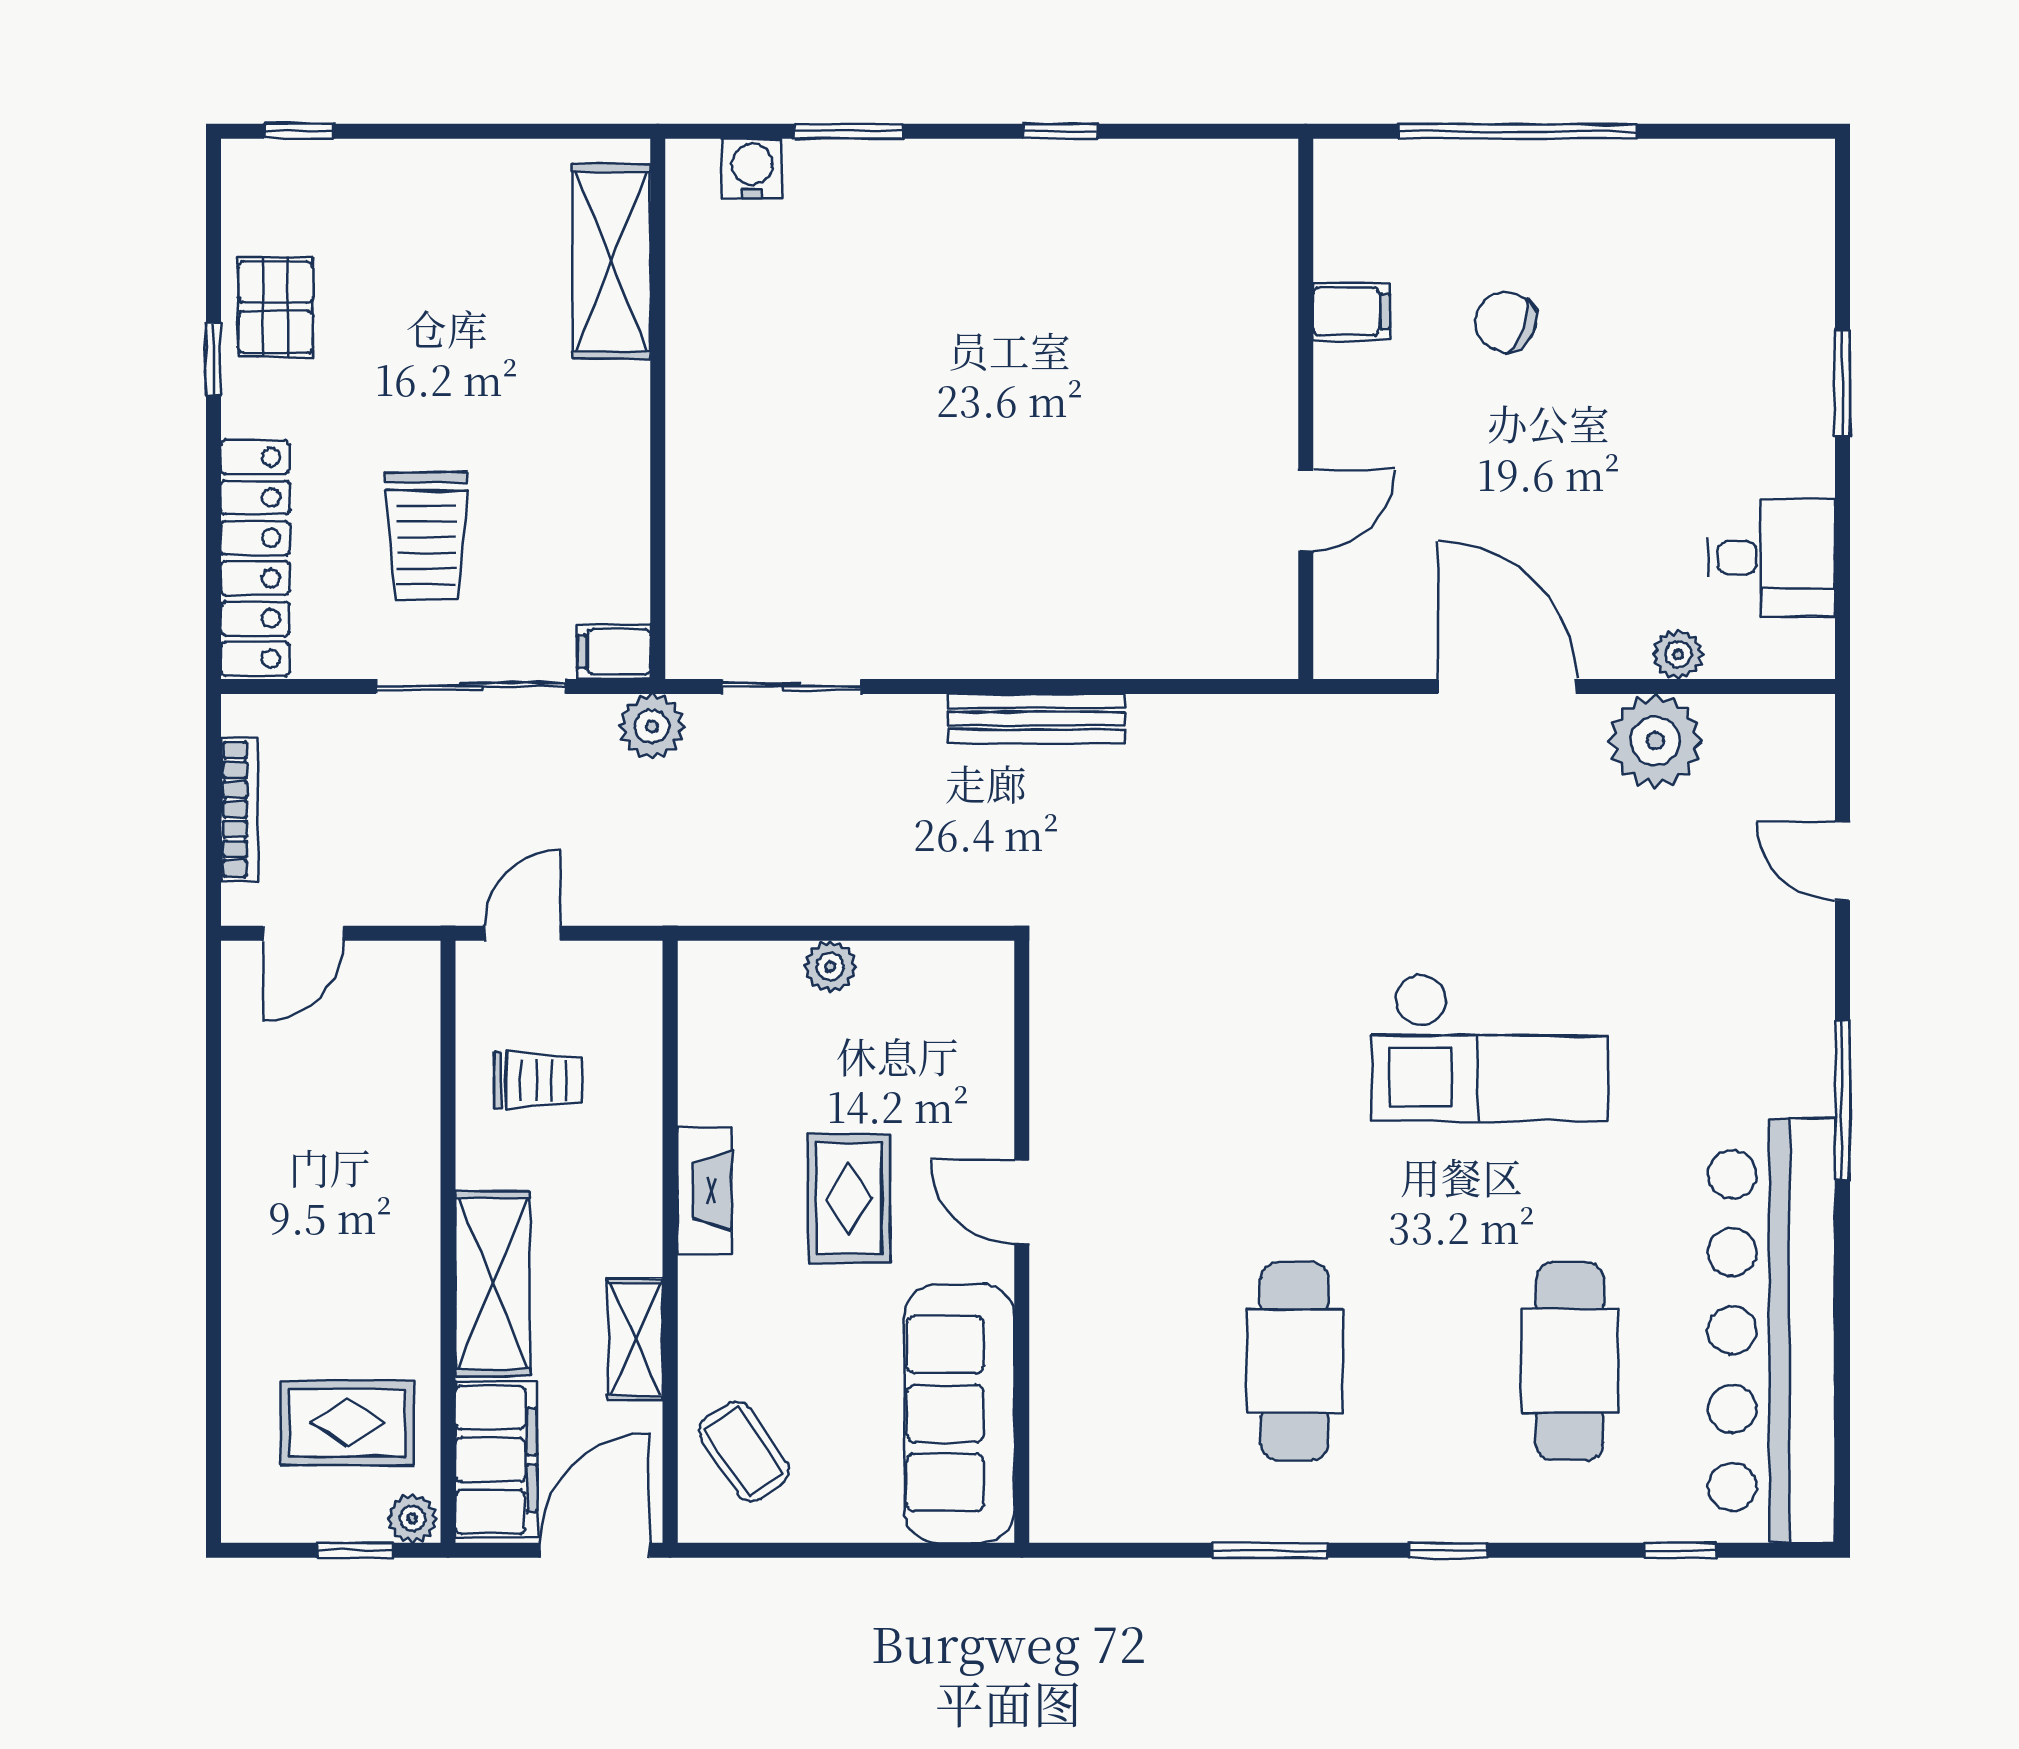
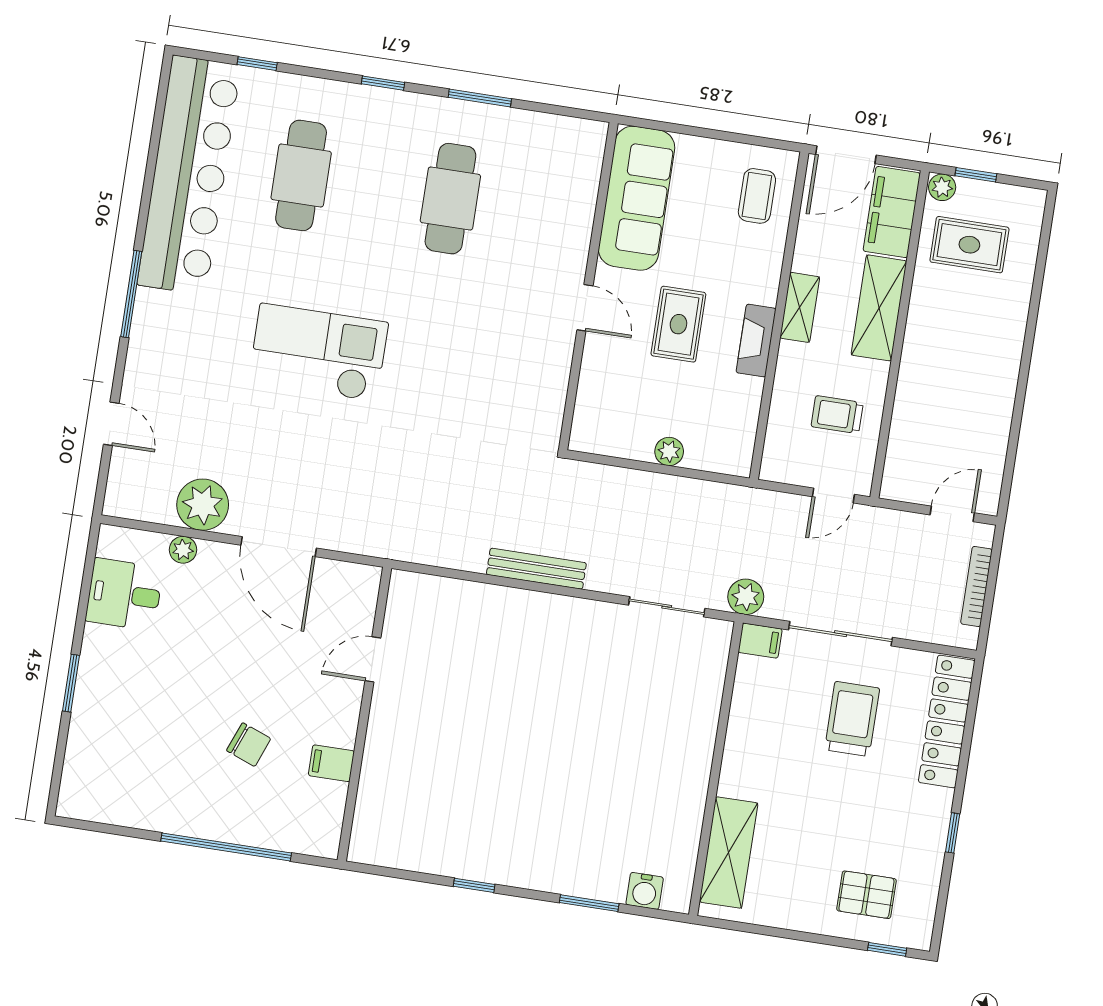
pallet: (276, 307) -> (866, 895), moved, turned 90
shelving: (635, 1339) -> (800, 307), moved
coffee table: (743, 1451) -> (757, 196), turned 34

